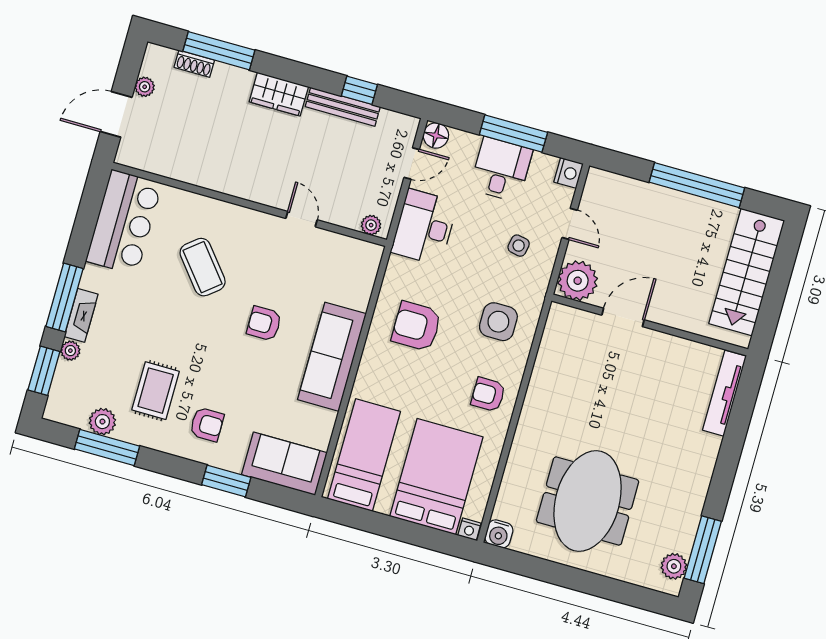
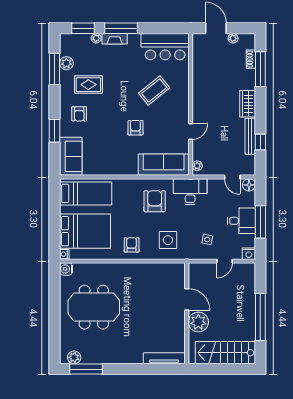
desk: (424, 227) -> (190, 192), moved
plant: (578, 281) -> (198, 322), moved
sofa: (332, 357) -> (164, 165), moved

